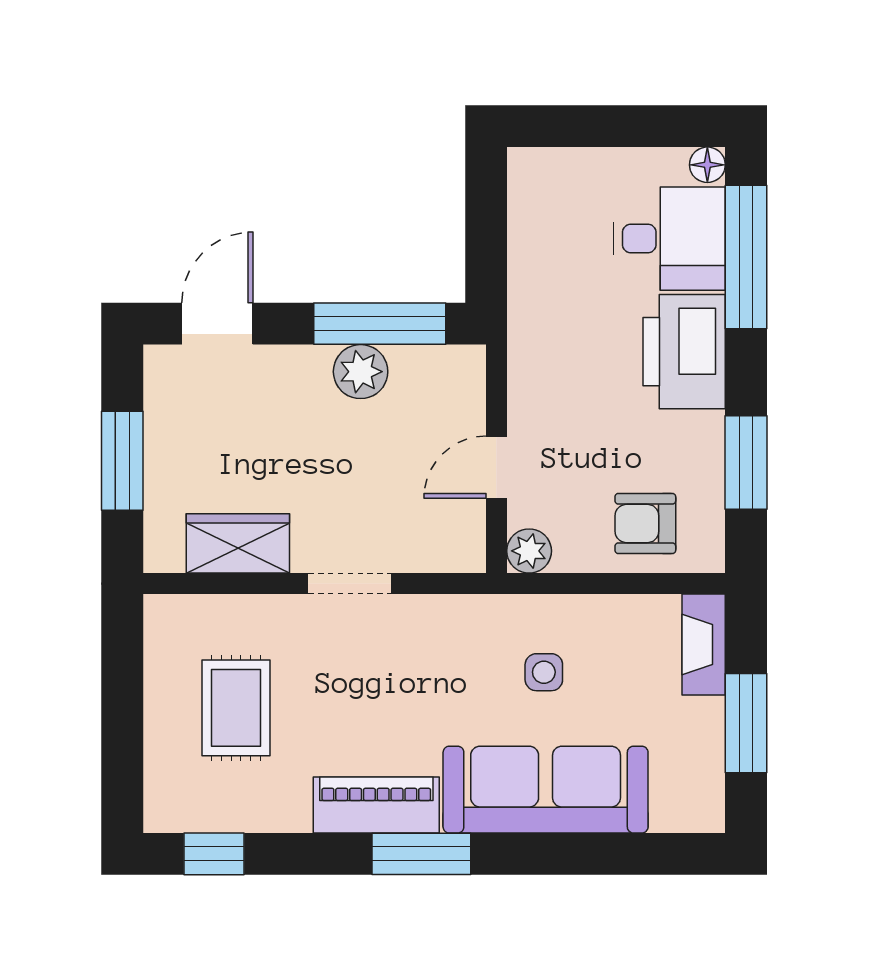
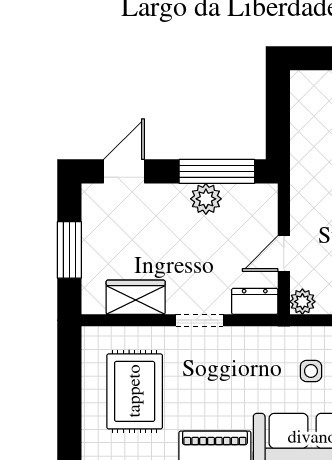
dresser: (446, 550) -> (255, 301), added
rug: (236, 708) -> (135, 391), width x1.36, depth x1.43

